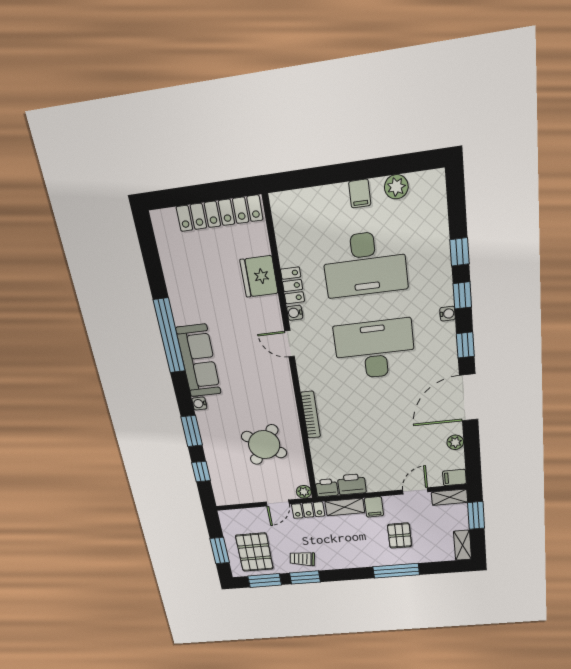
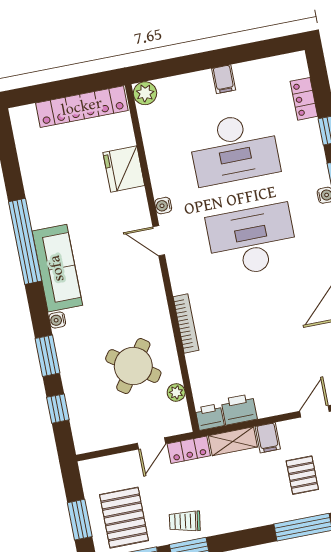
plant: (396, 187) -> (145, 93), moved
locker: (293, 285) -> (304, 99), moved, turned 180
plant: (304, 492) -> (176, 392), moved

